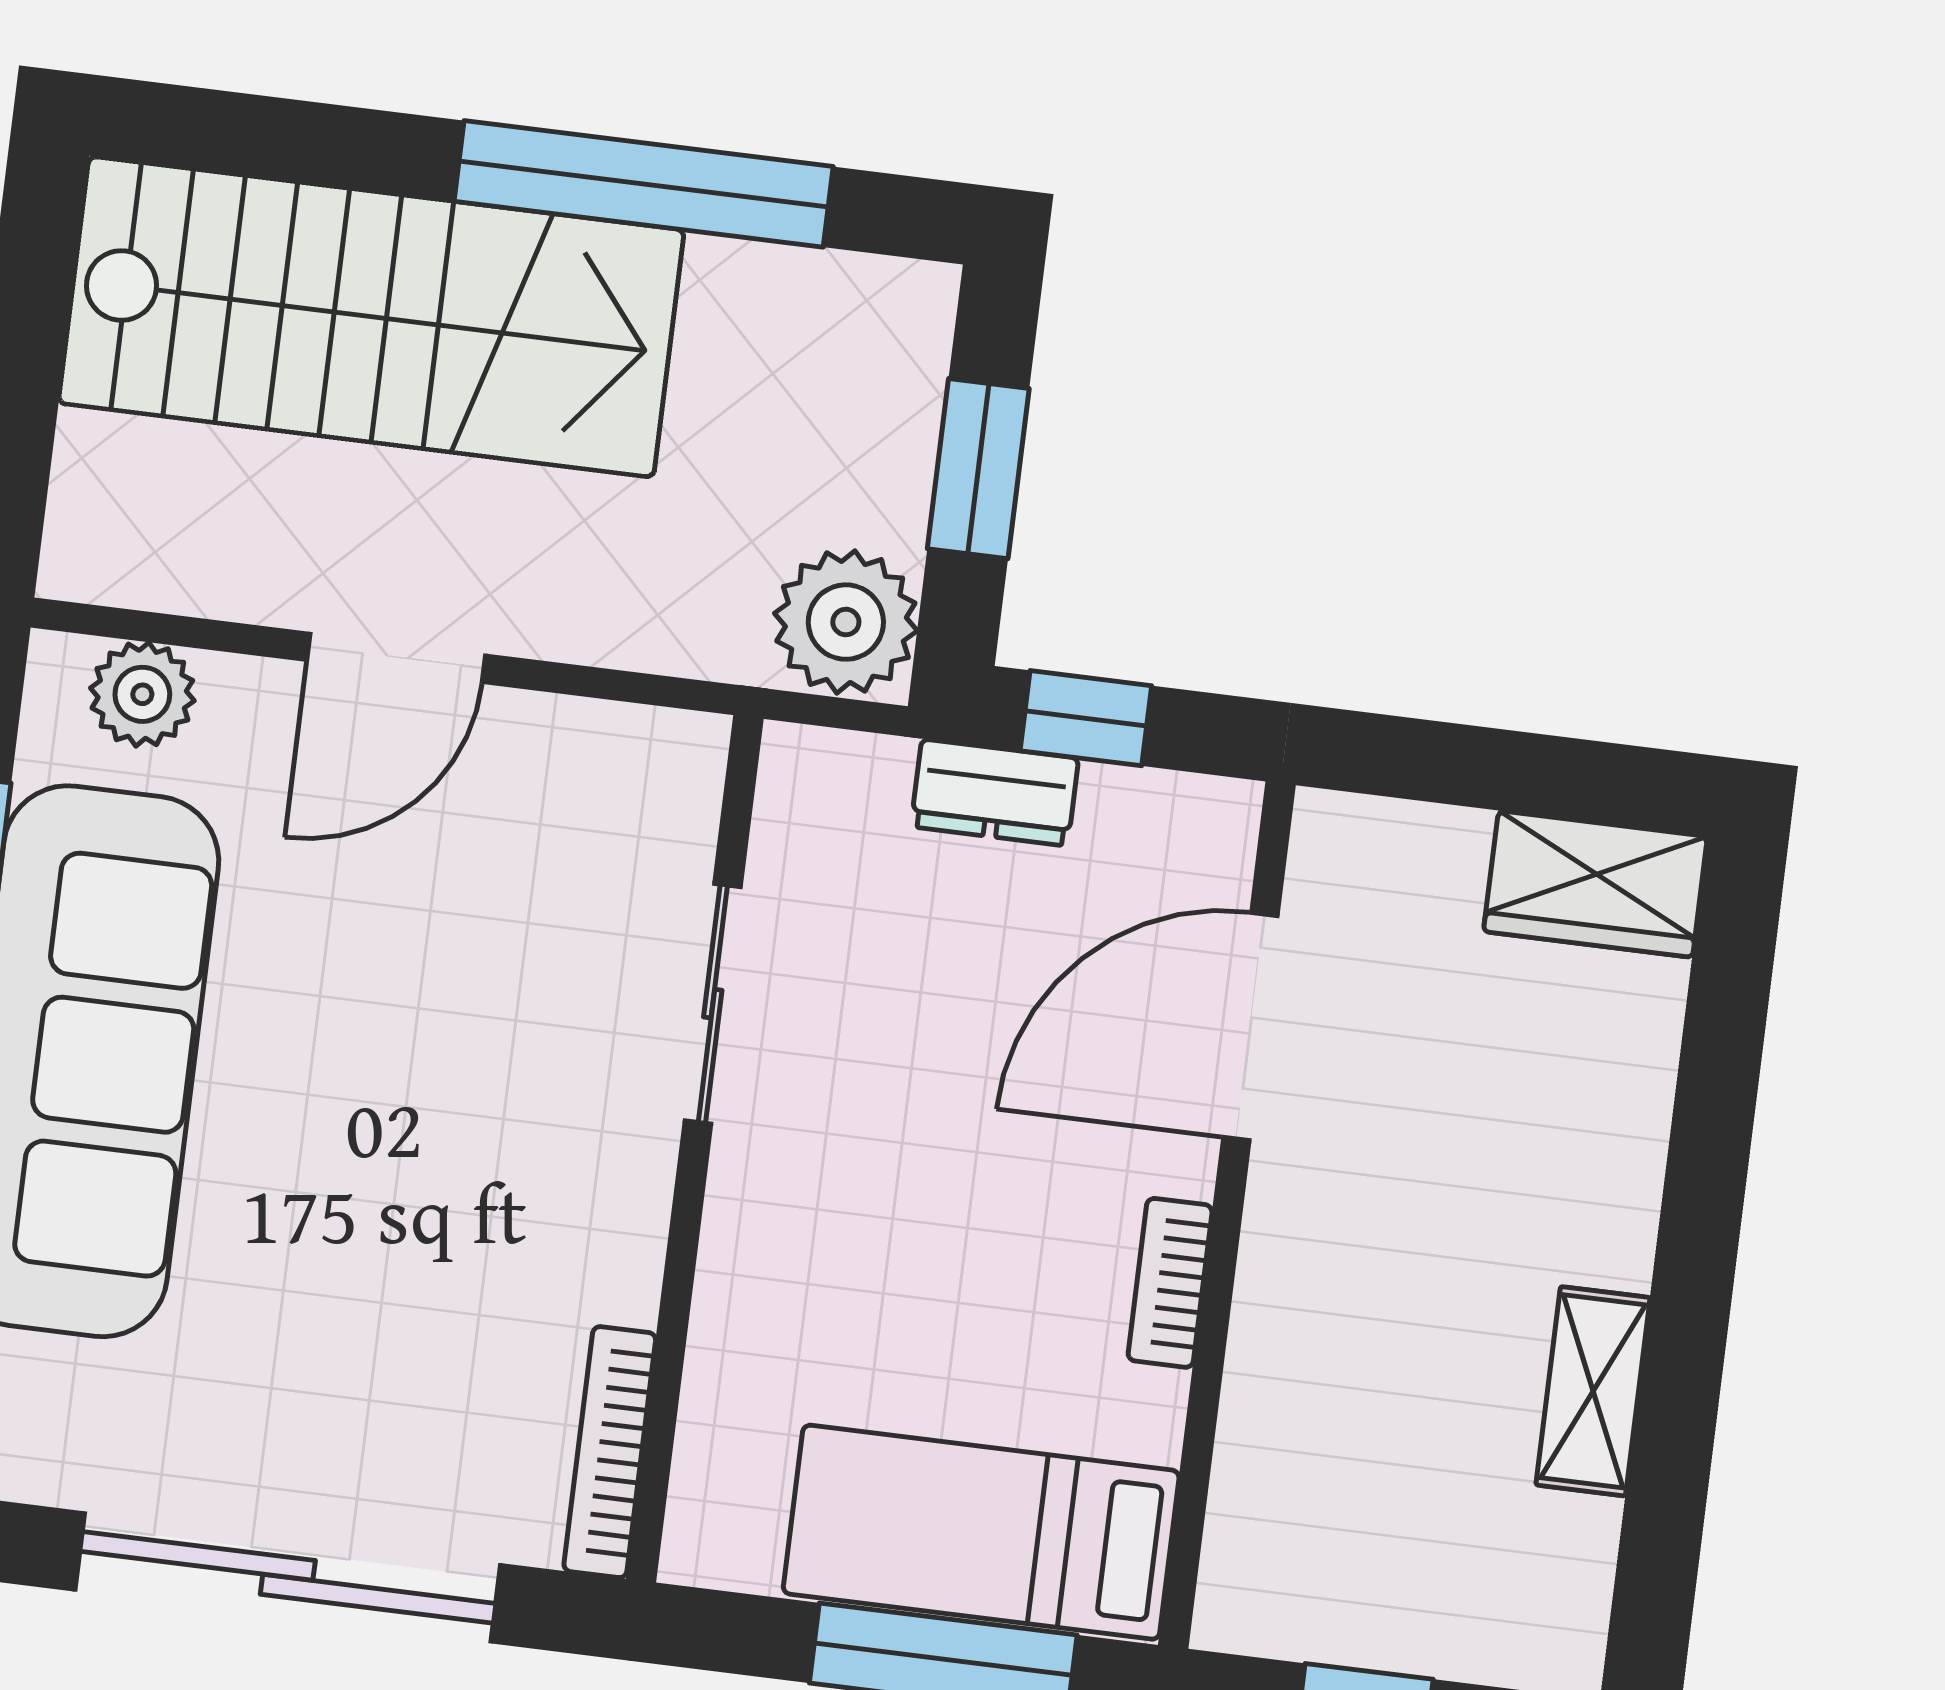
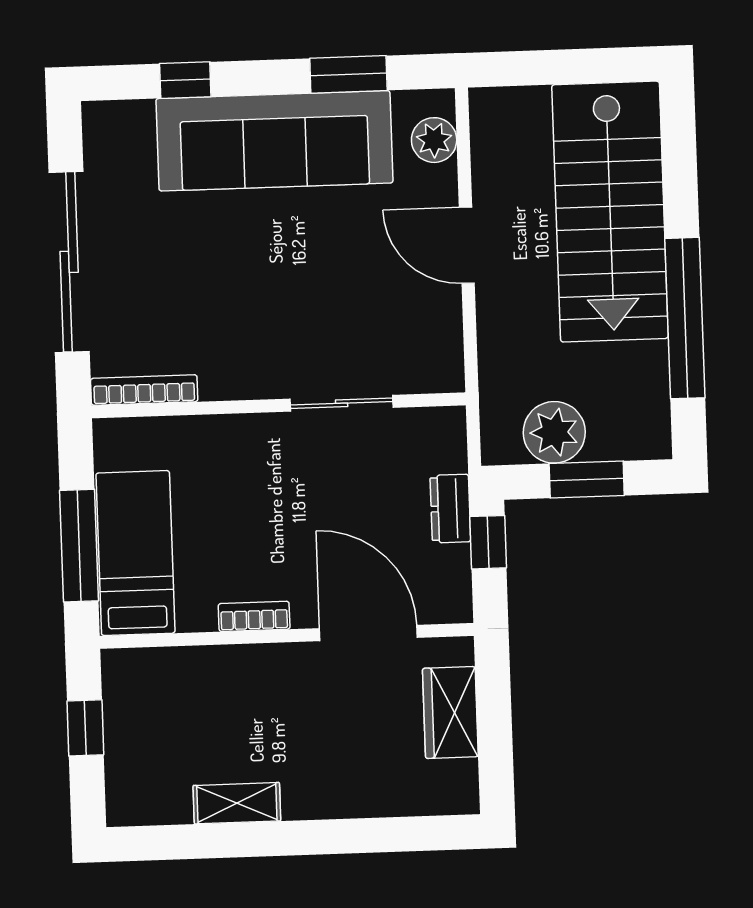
plant: (846, 622) -> (554, 432), moved
wardrobe: (1595, 884) -> (450, 713), moved

